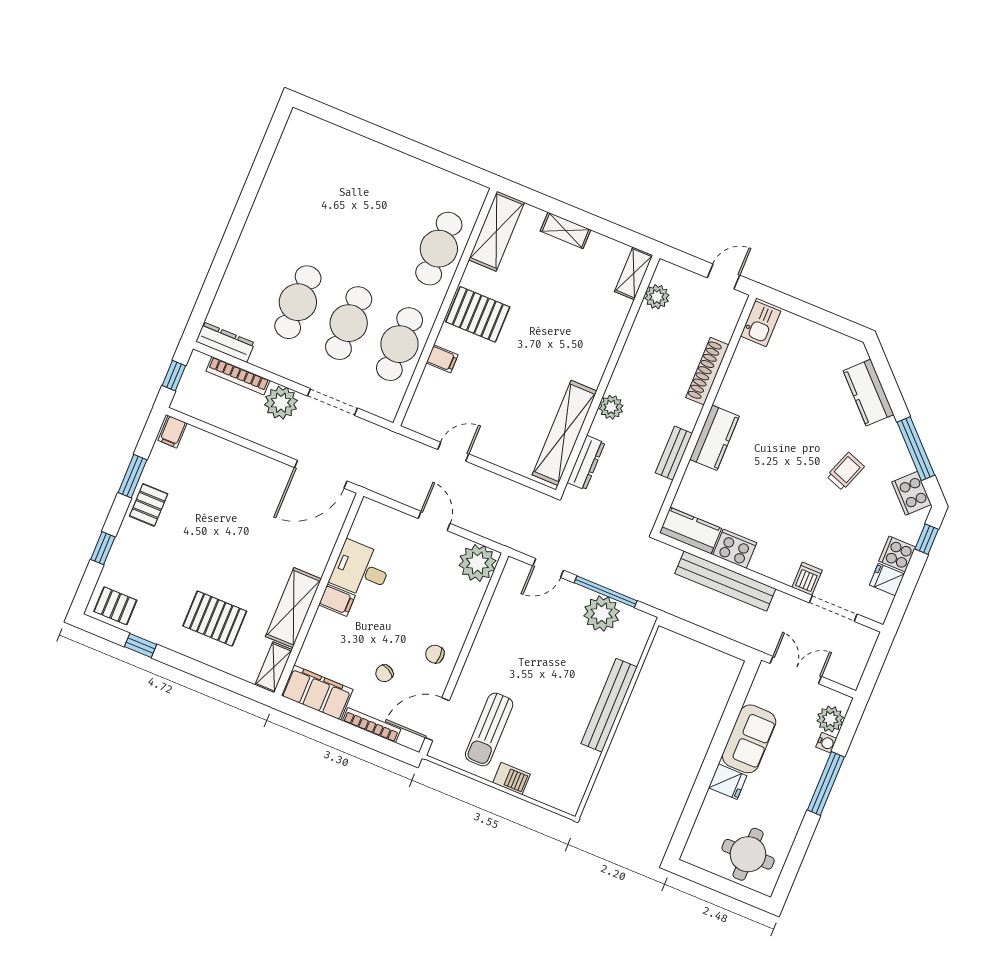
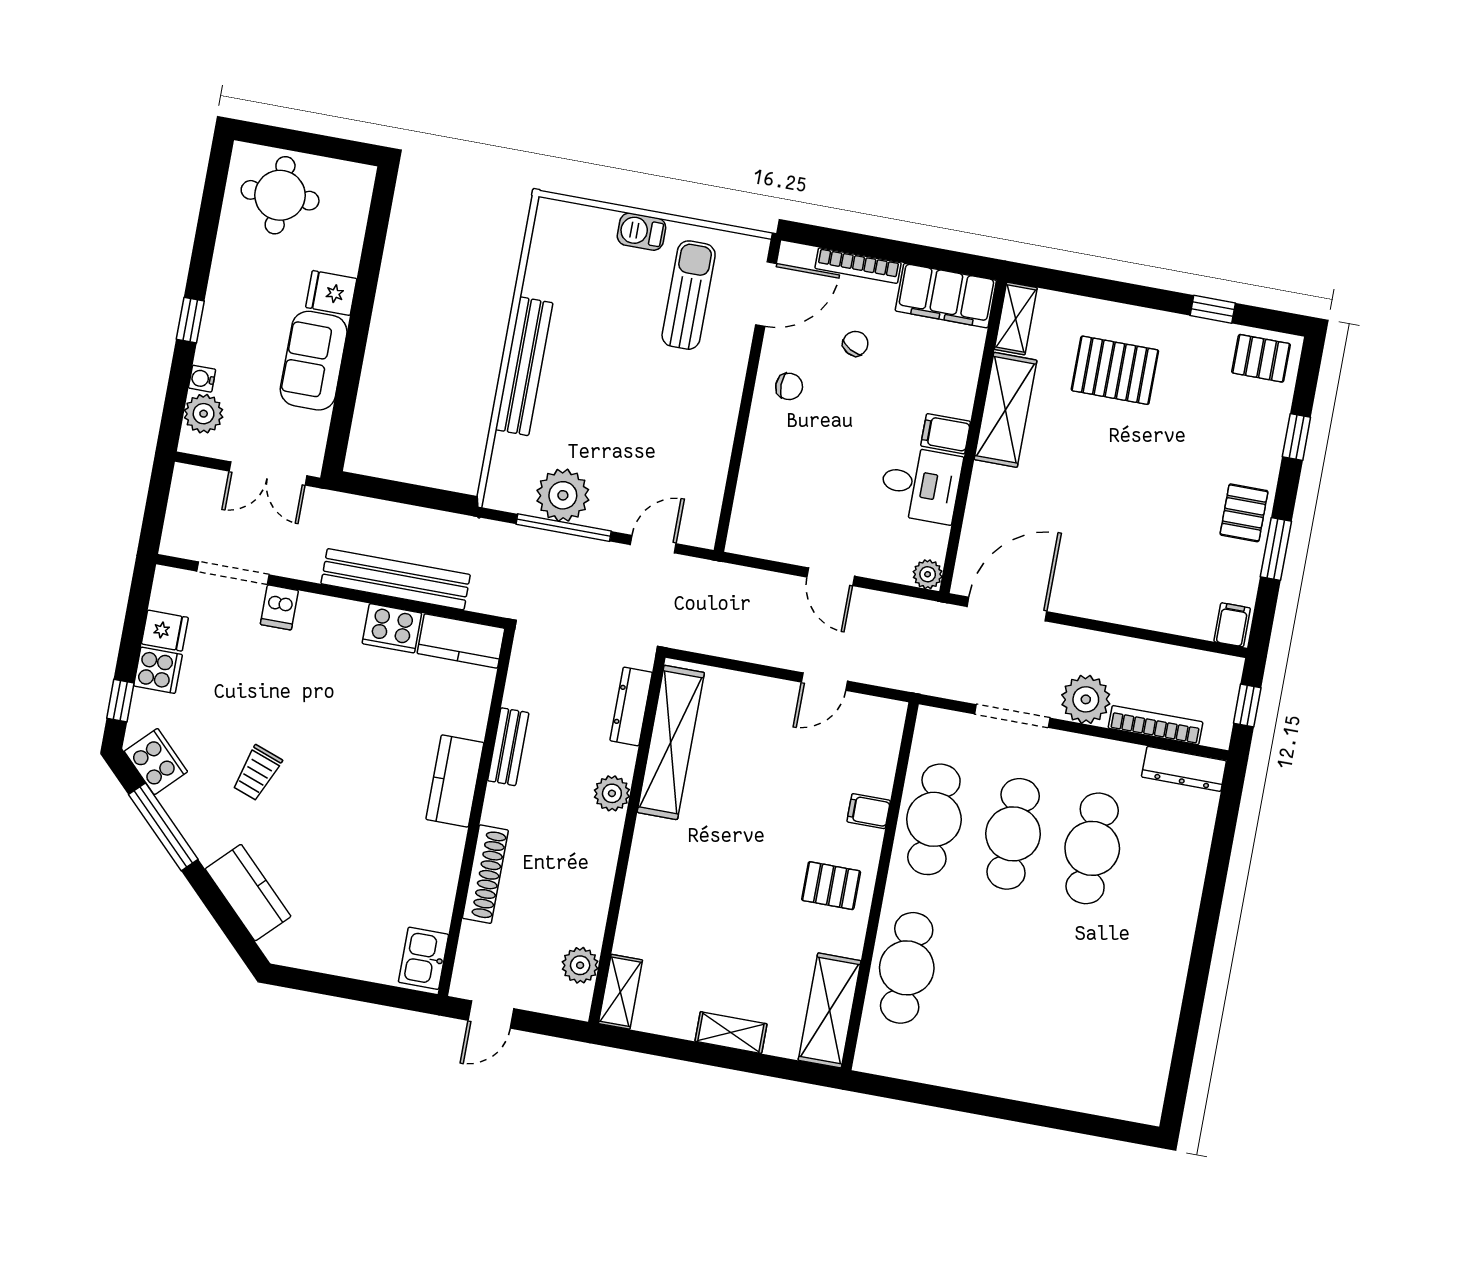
pallet: (478, 314) -> (831, 886), width x0.67, depth x0.71
plant: (477, 563) -> (928, 574), moved, width x0.53, depth x0.53
window: (826, 784) -> (190, 320), width x0.46

